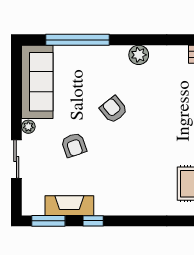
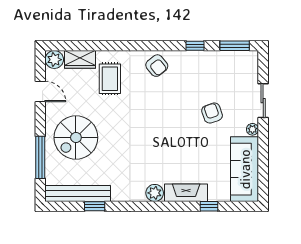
window: (77, 40) -> (209, 206), width x0.32
armchair: (113, 110) -> (157, 66), moved
fireplace: (69, 206) -> (186, 193), moved, turned 180

